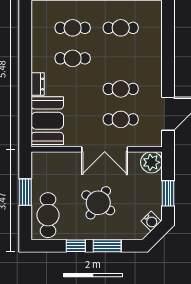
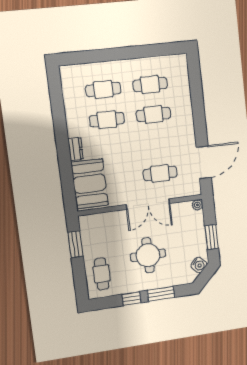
cafe table: (121, 89) -> (153, 114), moved
plant: (151, 162) -> (197, 205), width x0.53, depth x0.53
window: (25, 192) -> (75, 244), moved
round table: (98, 203) -> (148, 255), turned -33
cafe table: (48, 215) -> (102, 274), width x0.73, depth x0.74

